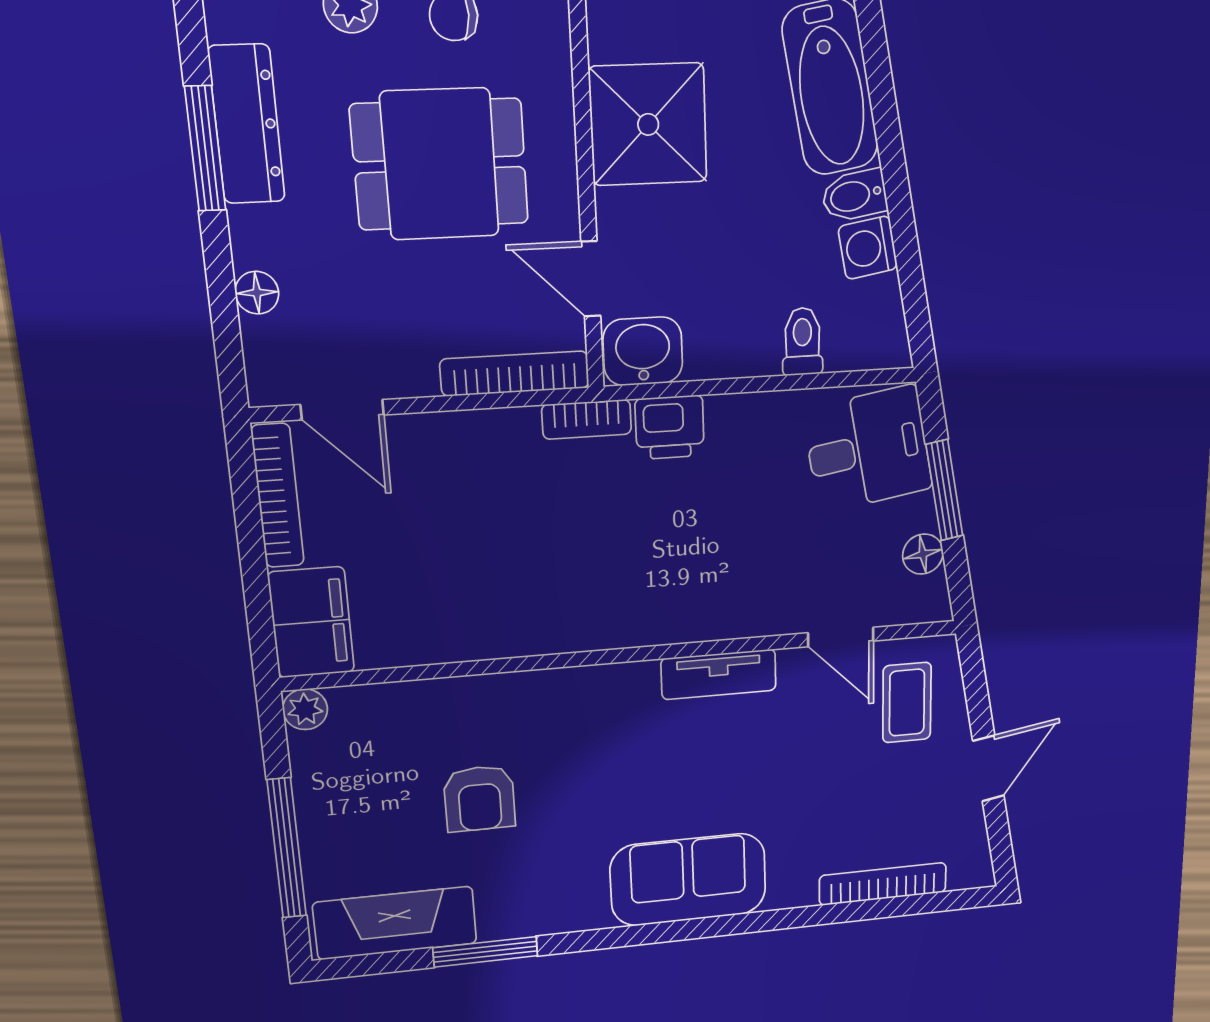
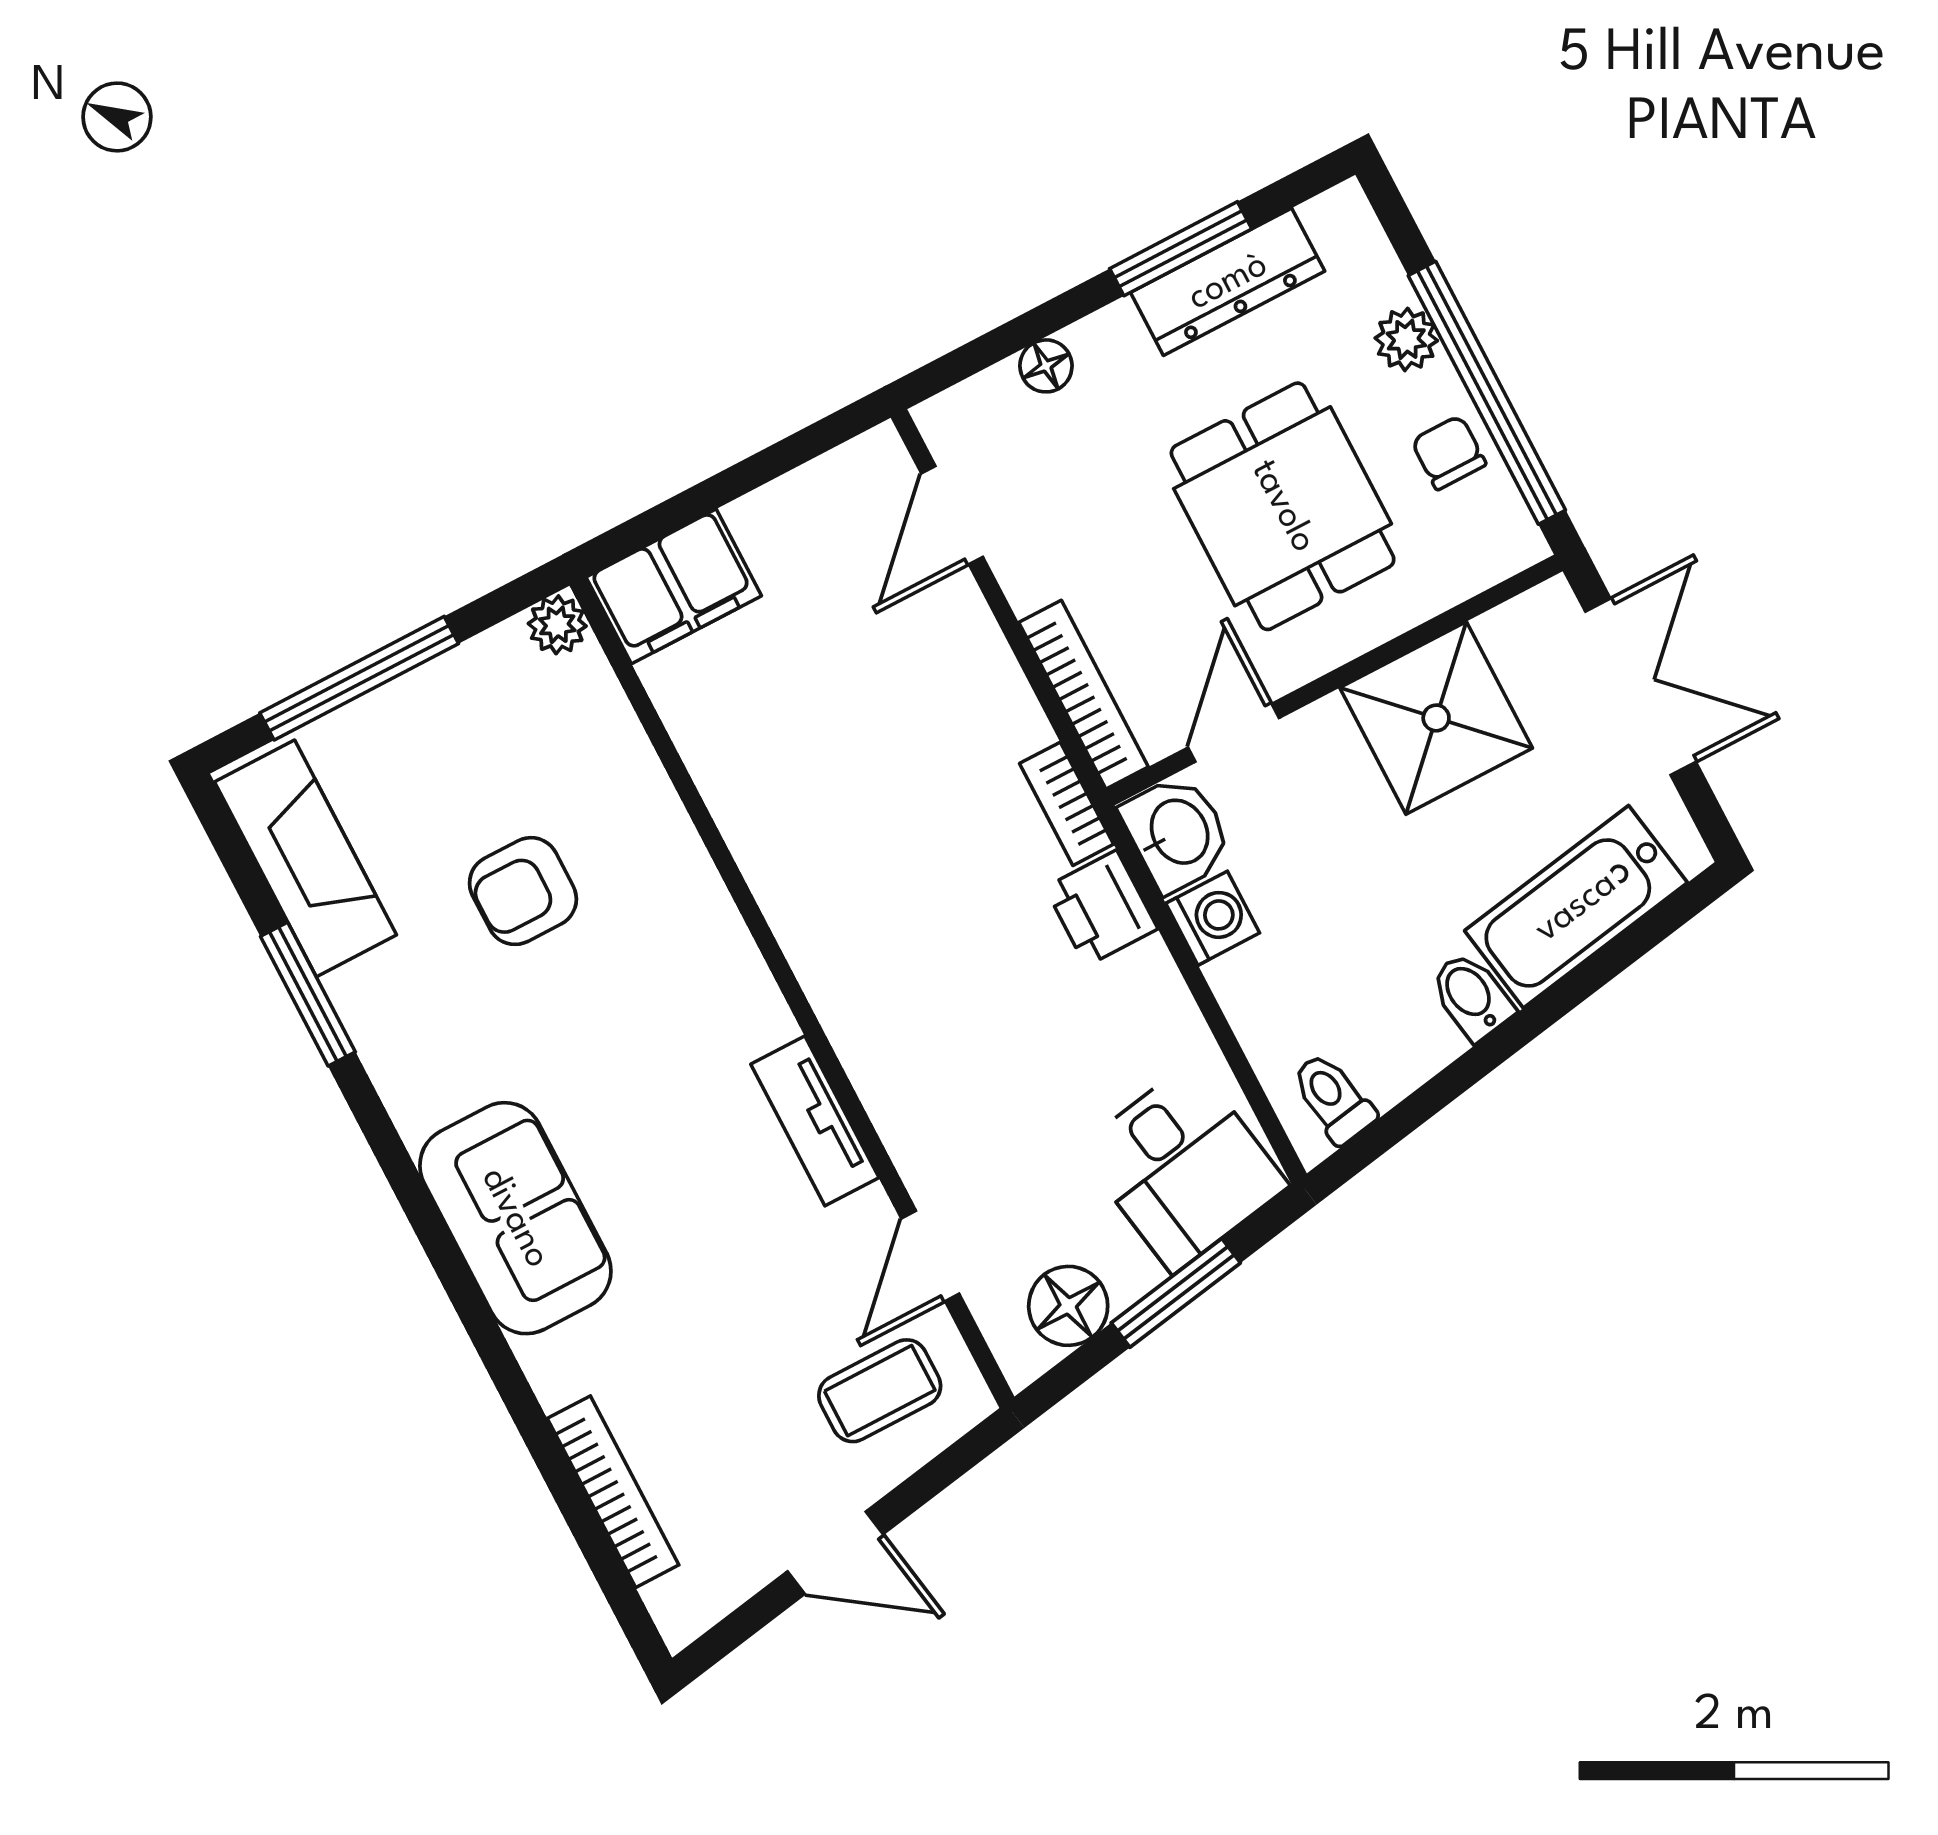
washing machine: (868, 248) -> (1213, 918), moved, turned 100
toilet: (802, 342) -> (1333, 1098), moved, turned -100
bookcase: (278, 496) -> (816, 484), removed
floor lamp: (923, 554) -> (1068, 1306), width x1.37, depth x1.37

